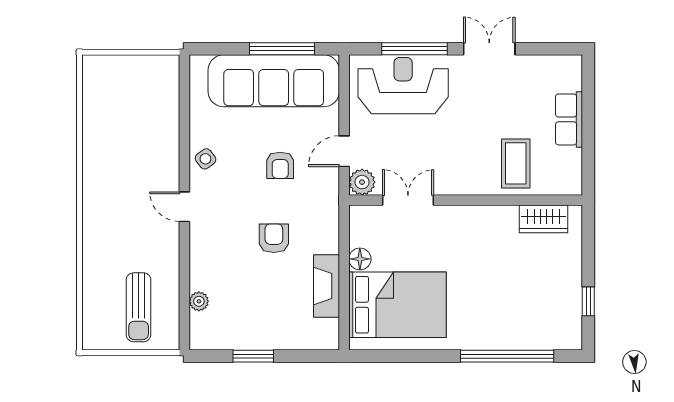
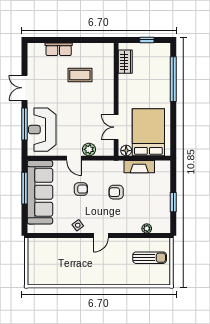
double door: (408, 200) -> (116, 127), moved
wall: (466, 200) -> (116, 99), moved
wardrobe: (544, 219) -> (125, 62), moved

